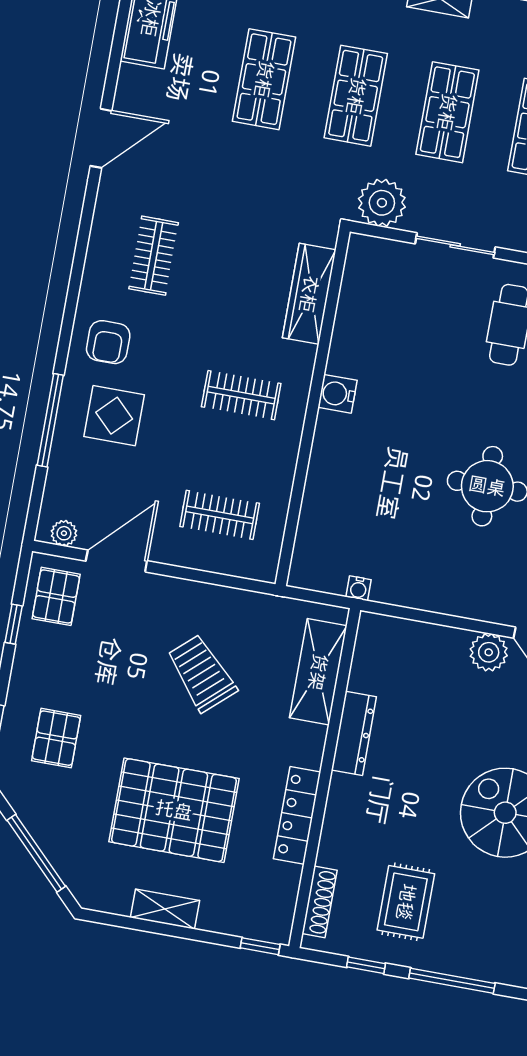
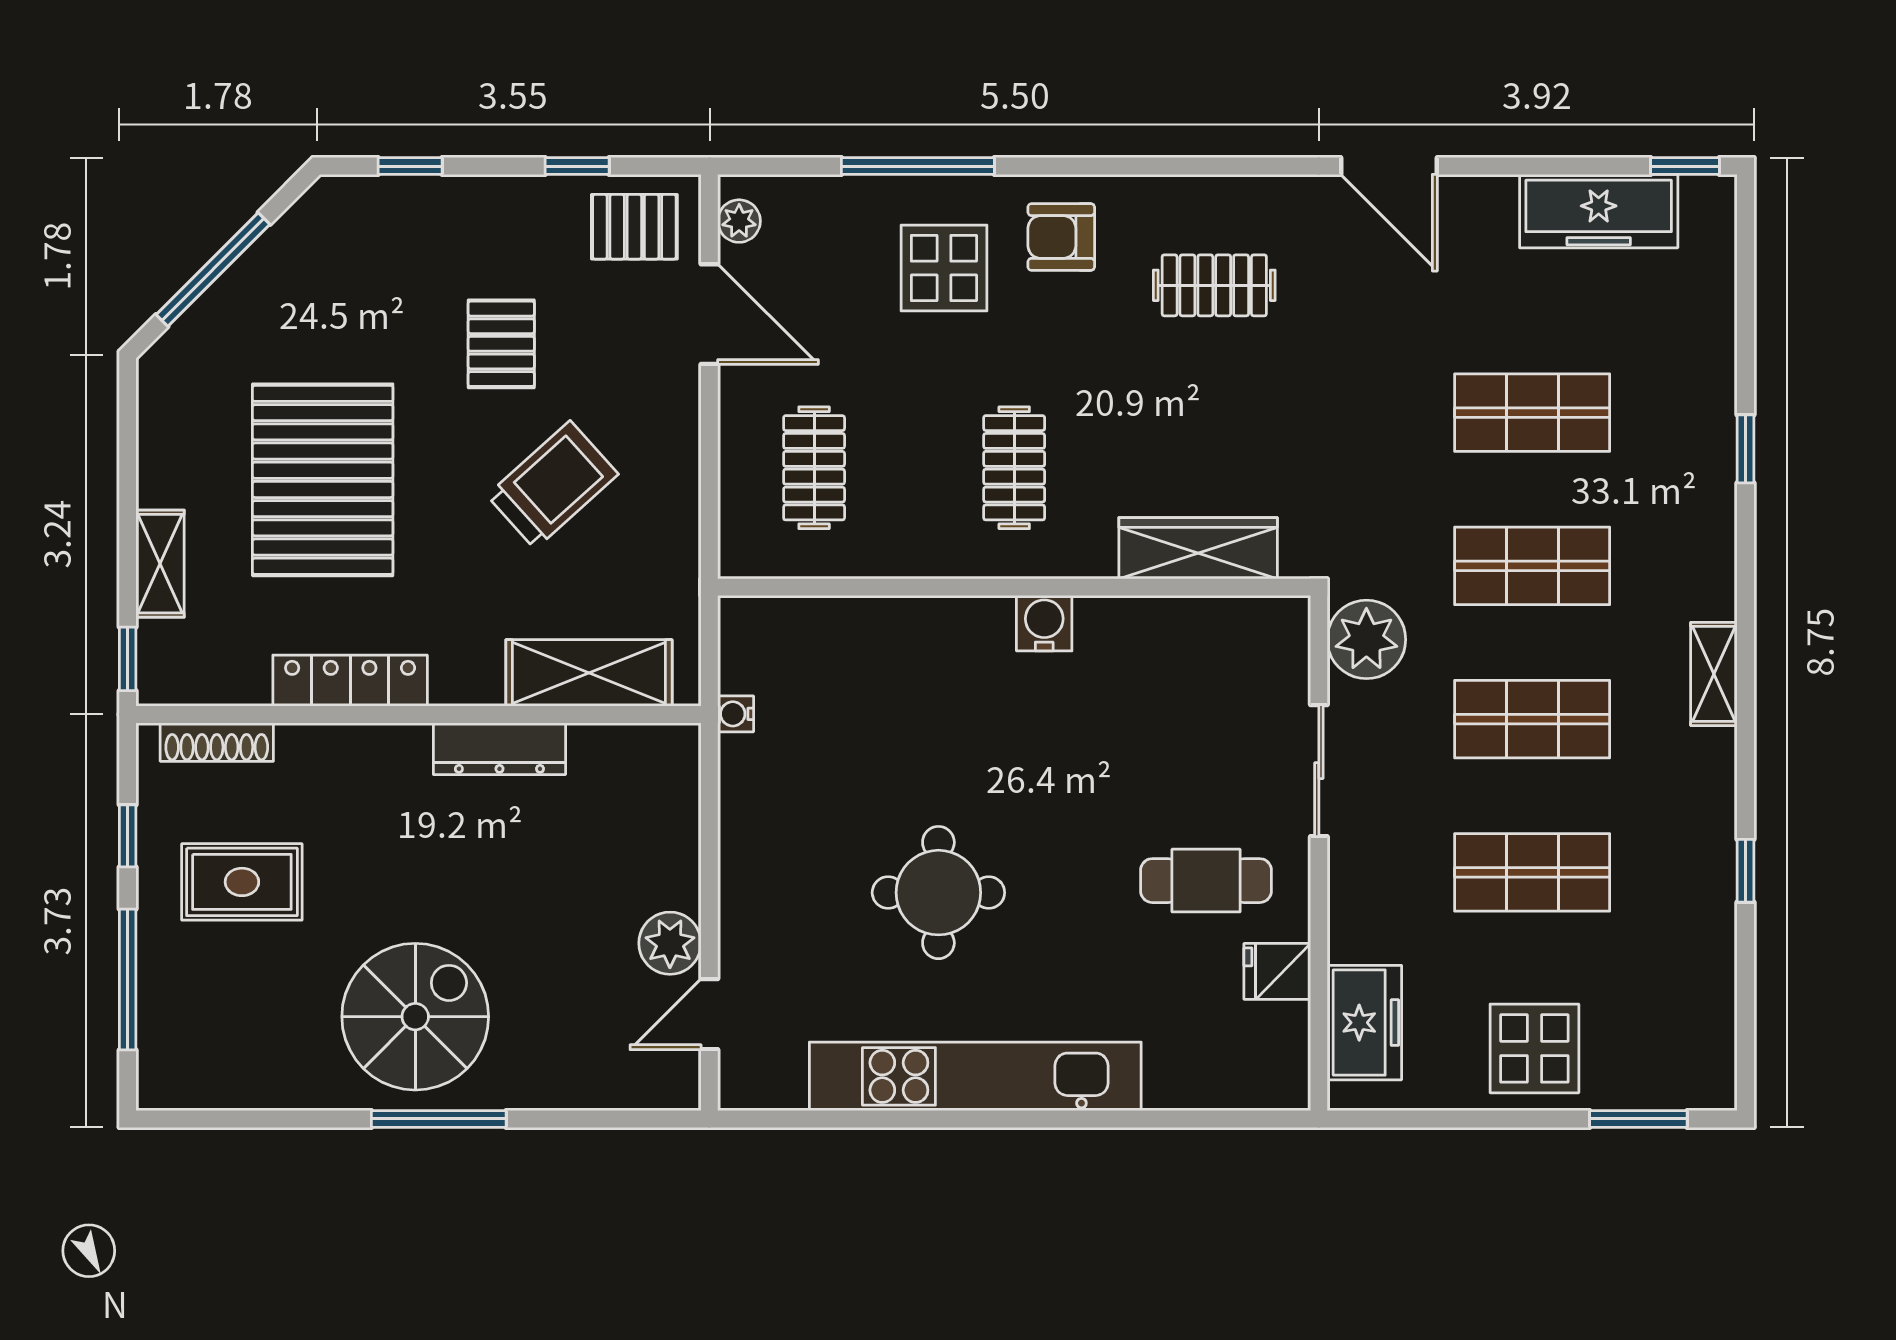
pallet: (56, 738) -> (501, 344), moved, turned 90
shelving: (165, 909) -> (160, 564), moved

